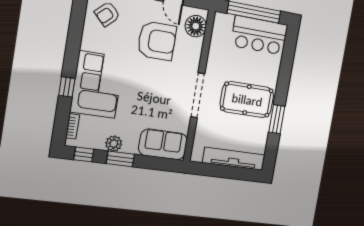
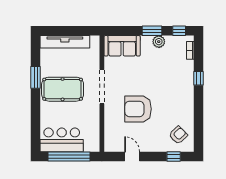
floor lamp: (196, 26) -> (112, 138), removed
armchair: (157, 41) -> (138, 109), moved
corner sofa: (97, 85) -> (177, 83), removed

